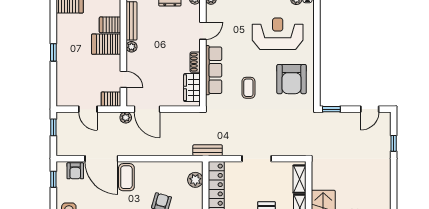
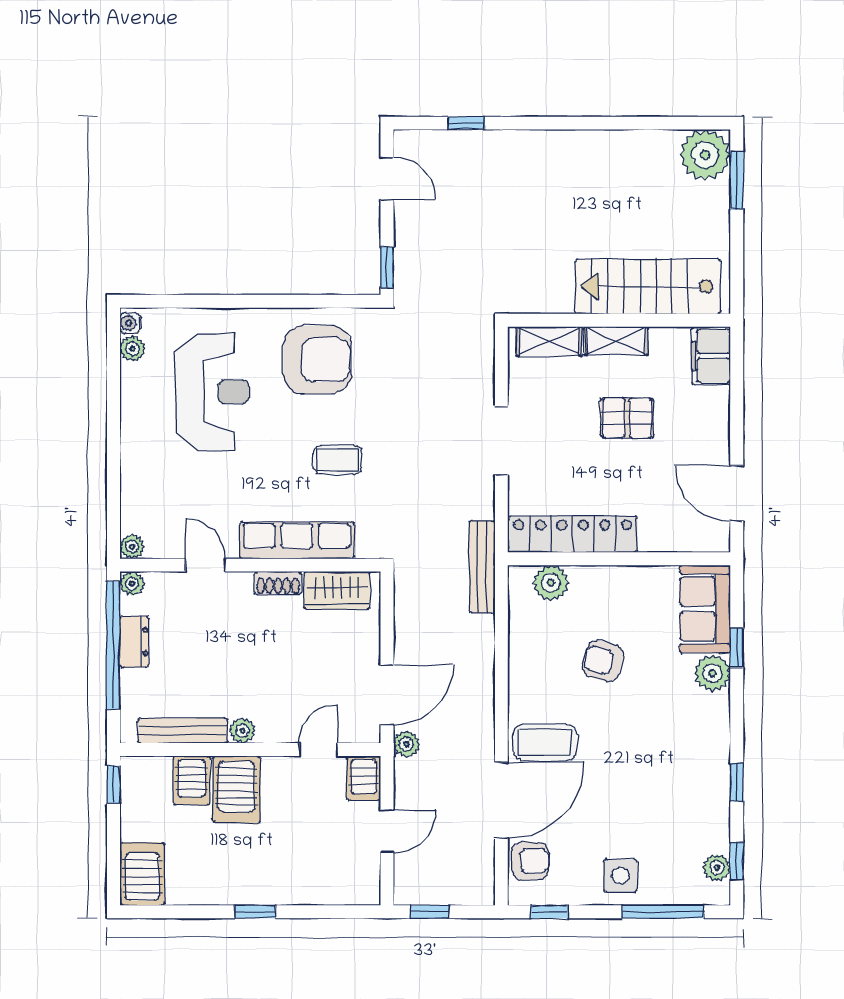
reception desk: (278, 34) -> (212, 392), turned 180
bench: (208, 150) -> (482, 567), width x1.36

